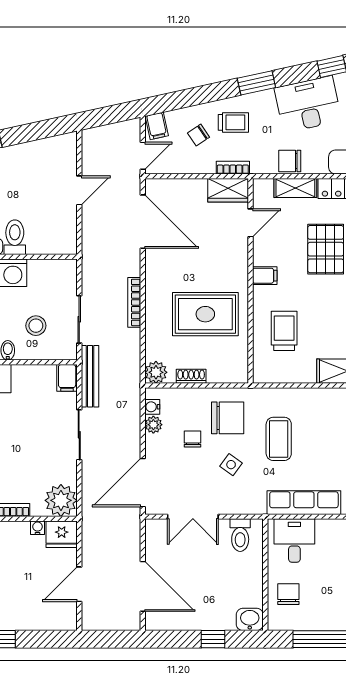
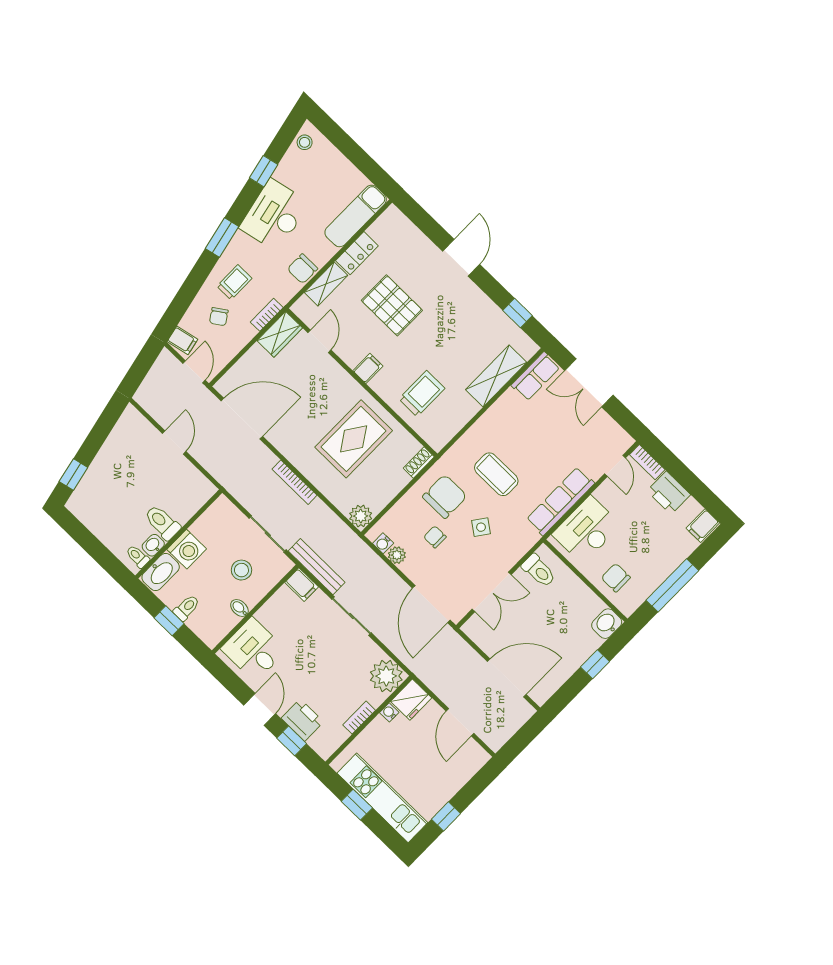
trolley: (284, 331) -> (422, 394), turned 90
shoe rack: (191, 376) -> (419, 463), moved
desk: (294, 541) -> (587, 530), width x1.37

